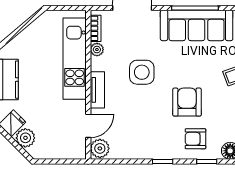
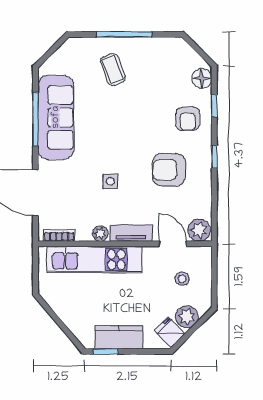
plant: (97, 50) -> (100, 234), moved
side table: (142, 72) -> (110, 181), width x0.54, depth x0.54
armchair: (187, 102) -> (169, 170), moved
stool: (58, 134) -> (182, 279), added

